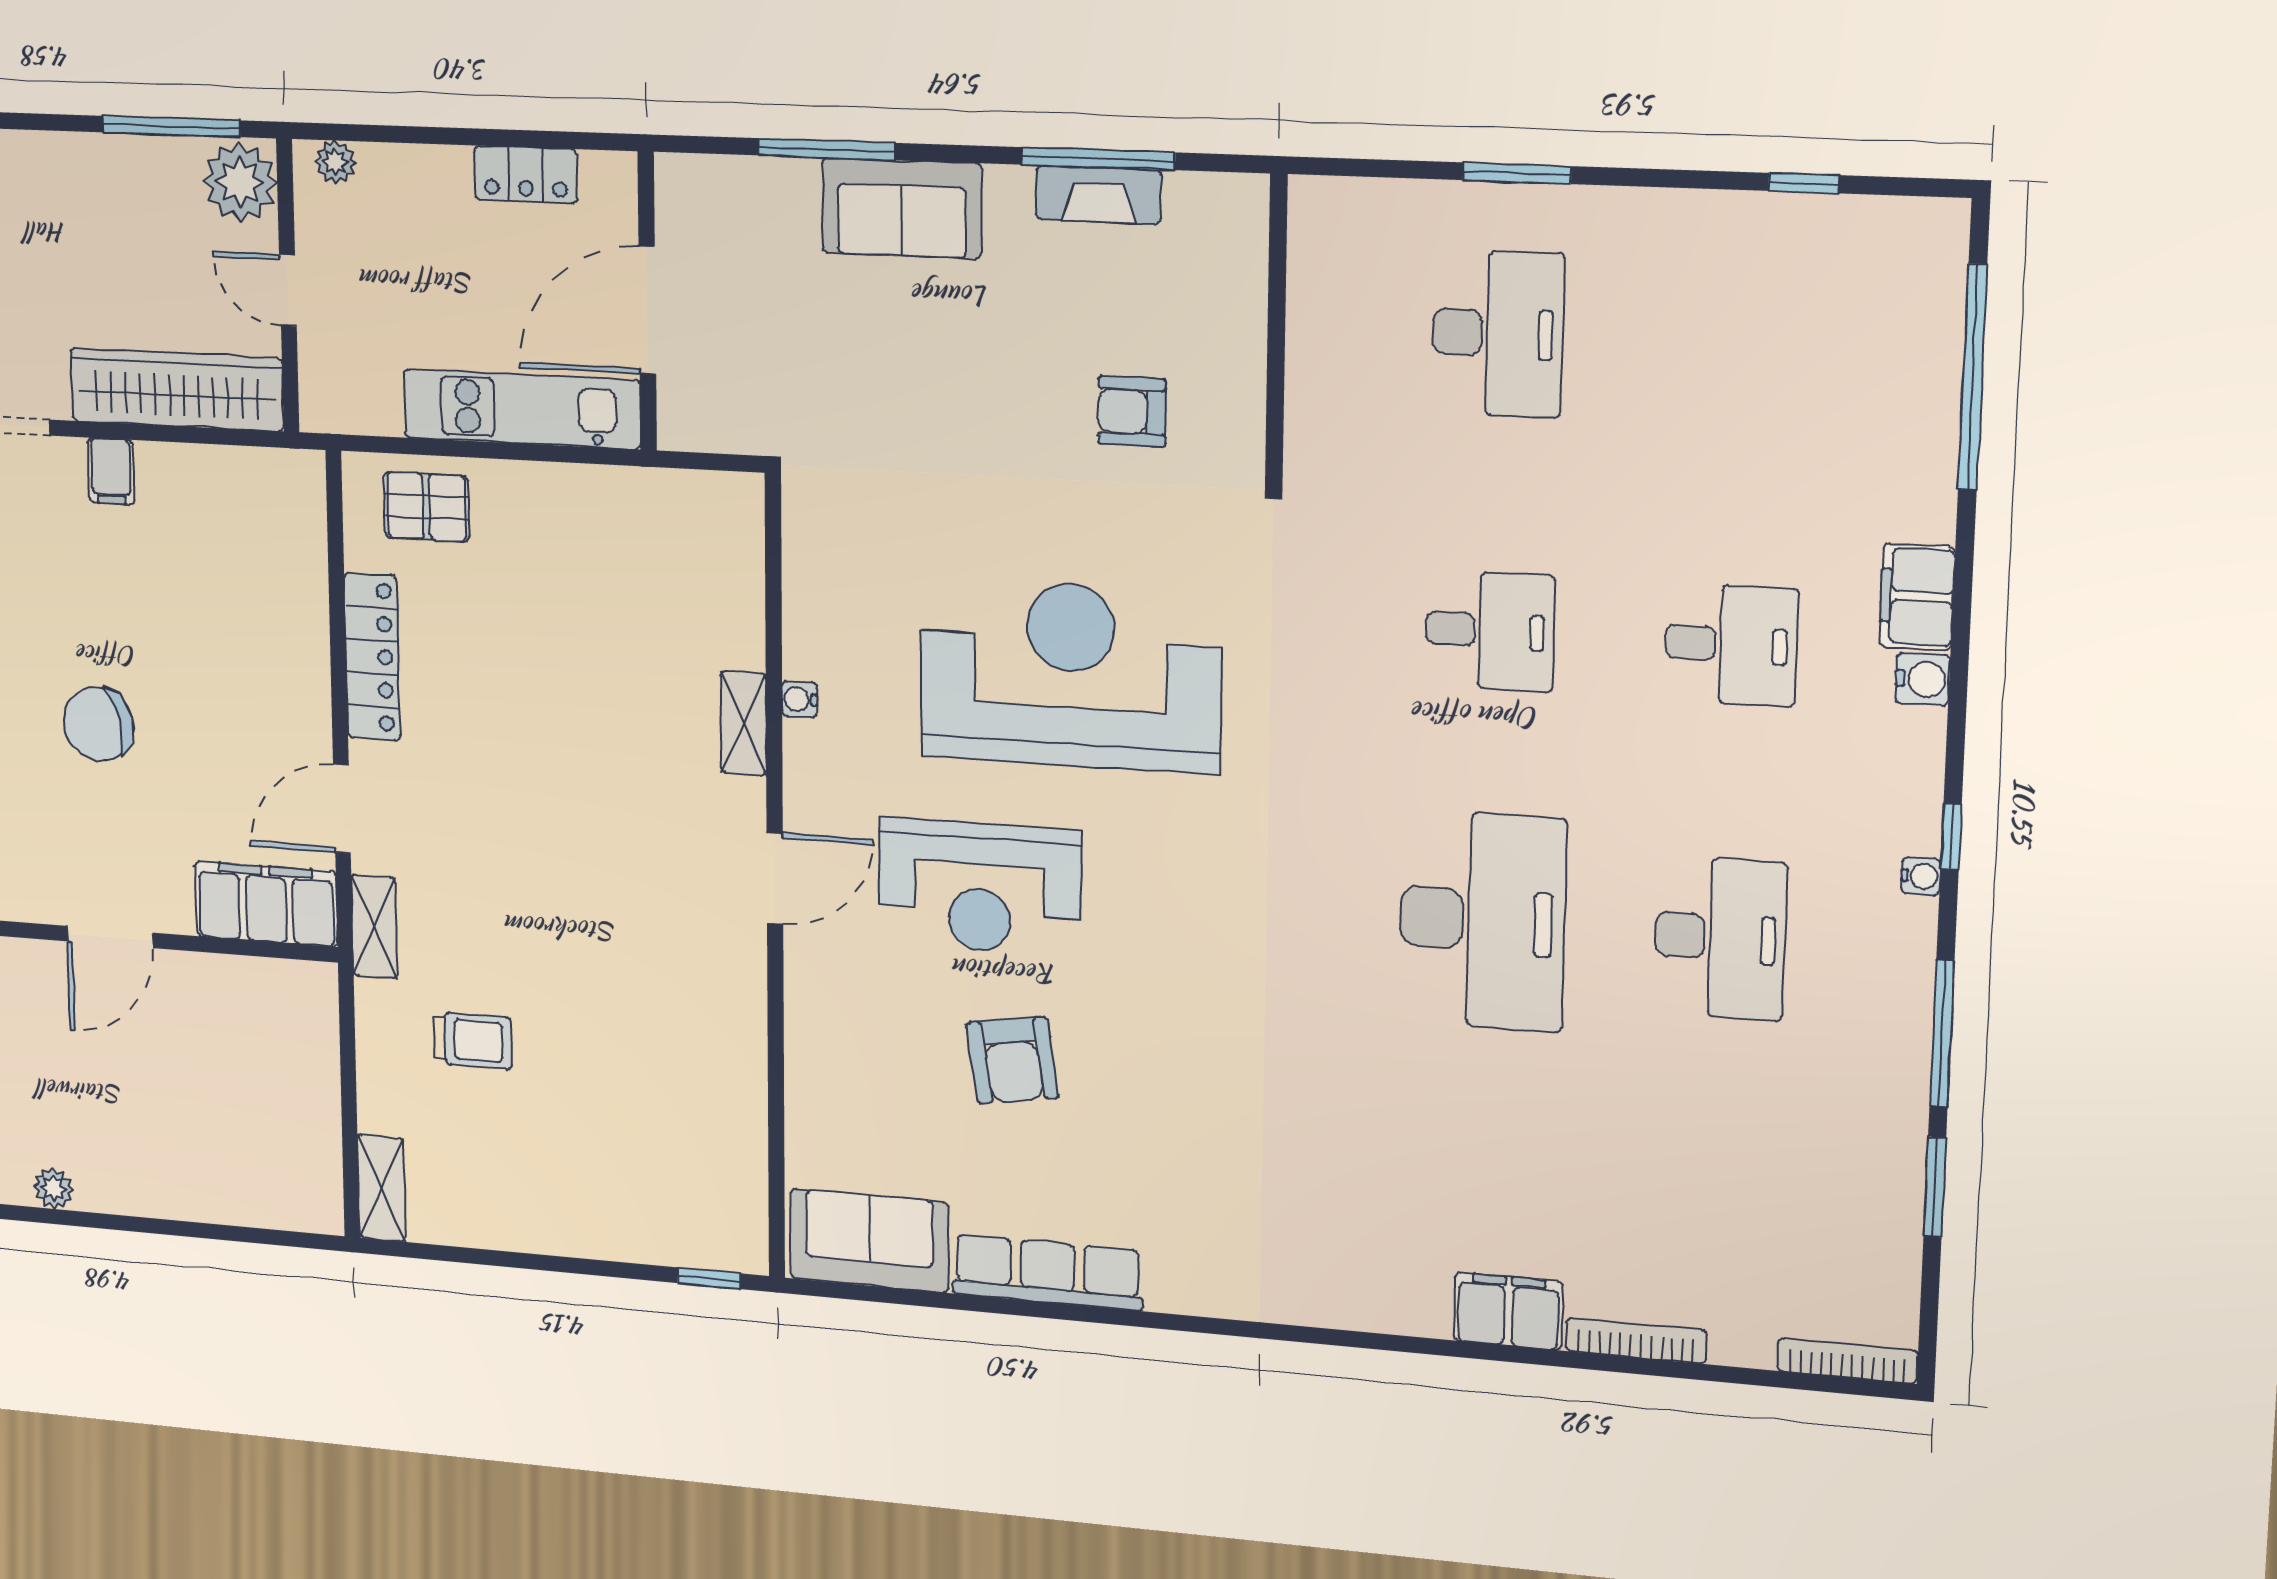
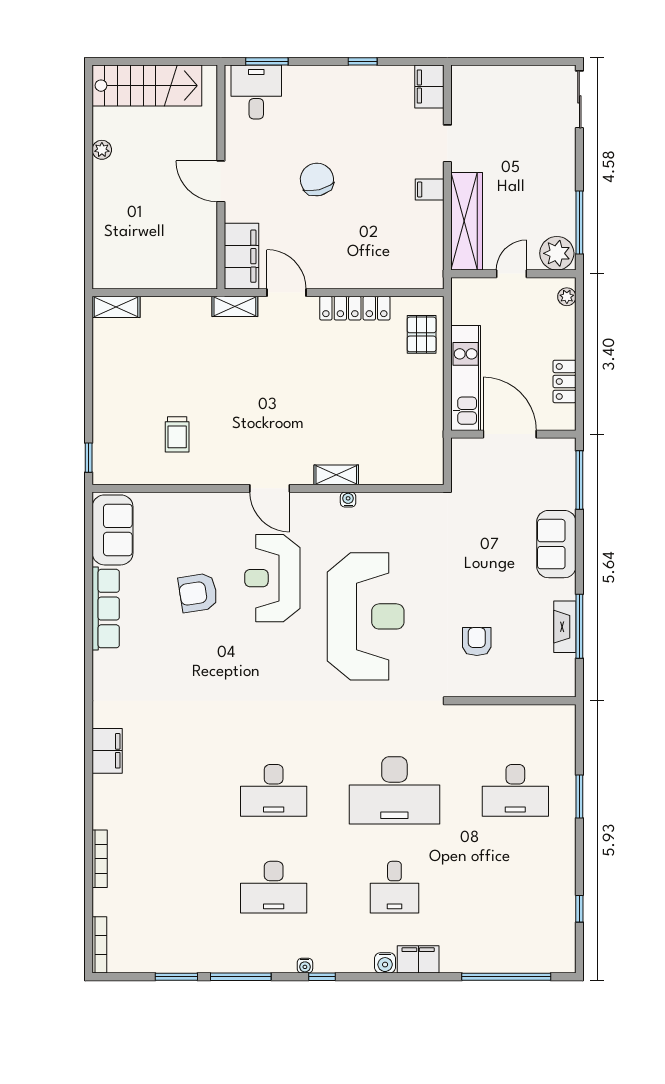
window: (827, 149) -> (579, 480), moved
desk: (1490, 631) -> (394, 790), width x1.87, depth x1.30
desk: (1482, 921) -> (274, 790), width x0.73, depth x0.77
trolley: (473, 1041) -> (177, 434), moved
filing cabinet: (1508, 1311) -> (107, 751), moved

